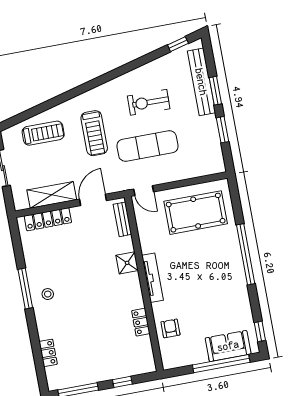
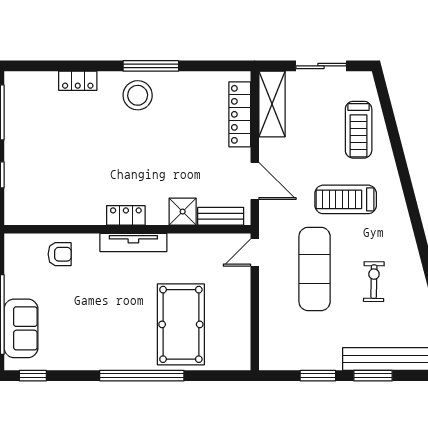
exercise bike: (149, 102) -> (374, 282), width x0.73, depth x0.72
shelving: (52, 195) -> (272, 104), moved
pool table: (196, 213) -> (181, 324), moved
shower: (127, 263) -> (183, 212), moved
stool: (48, 294) -> (138, 95), width x1.89, depth x1.89
locker: (141, 322) -> (126, 215), moved
locker: (48, 353) -> (78, 81), moved

